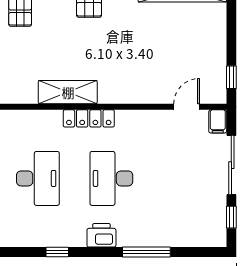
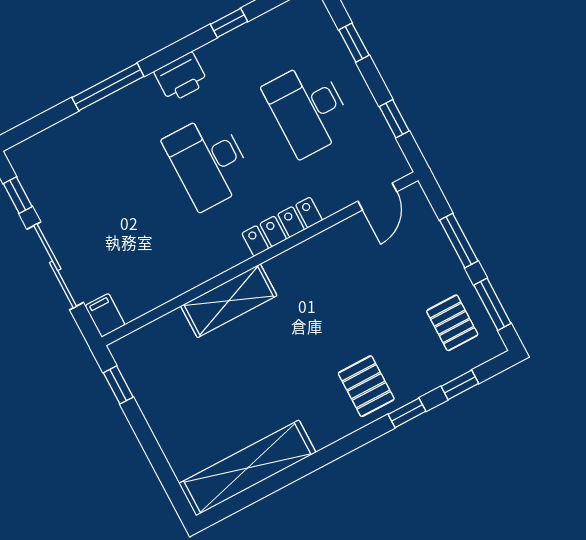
shelving: (68, 92) -> (229, 301), moved
door: (187, 107) -> (377, 196), moved
desk: (111, 178) -> (208, 162), turned 180

